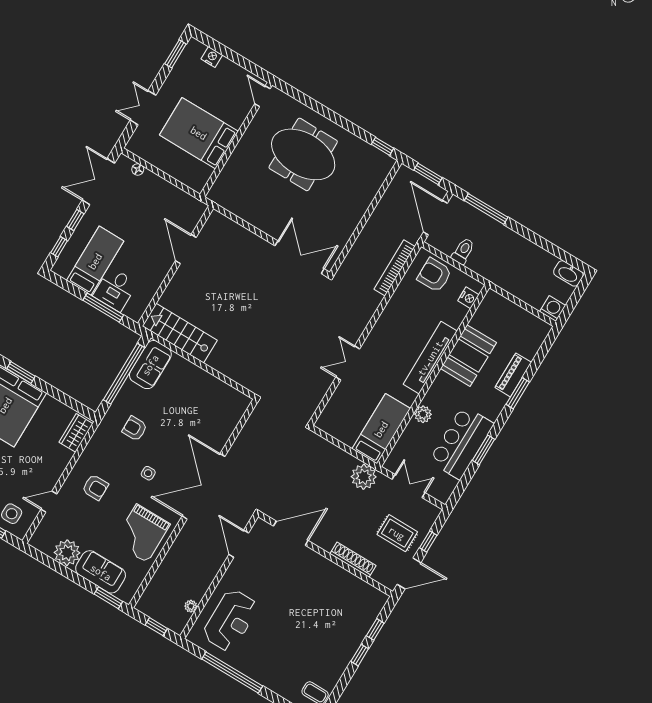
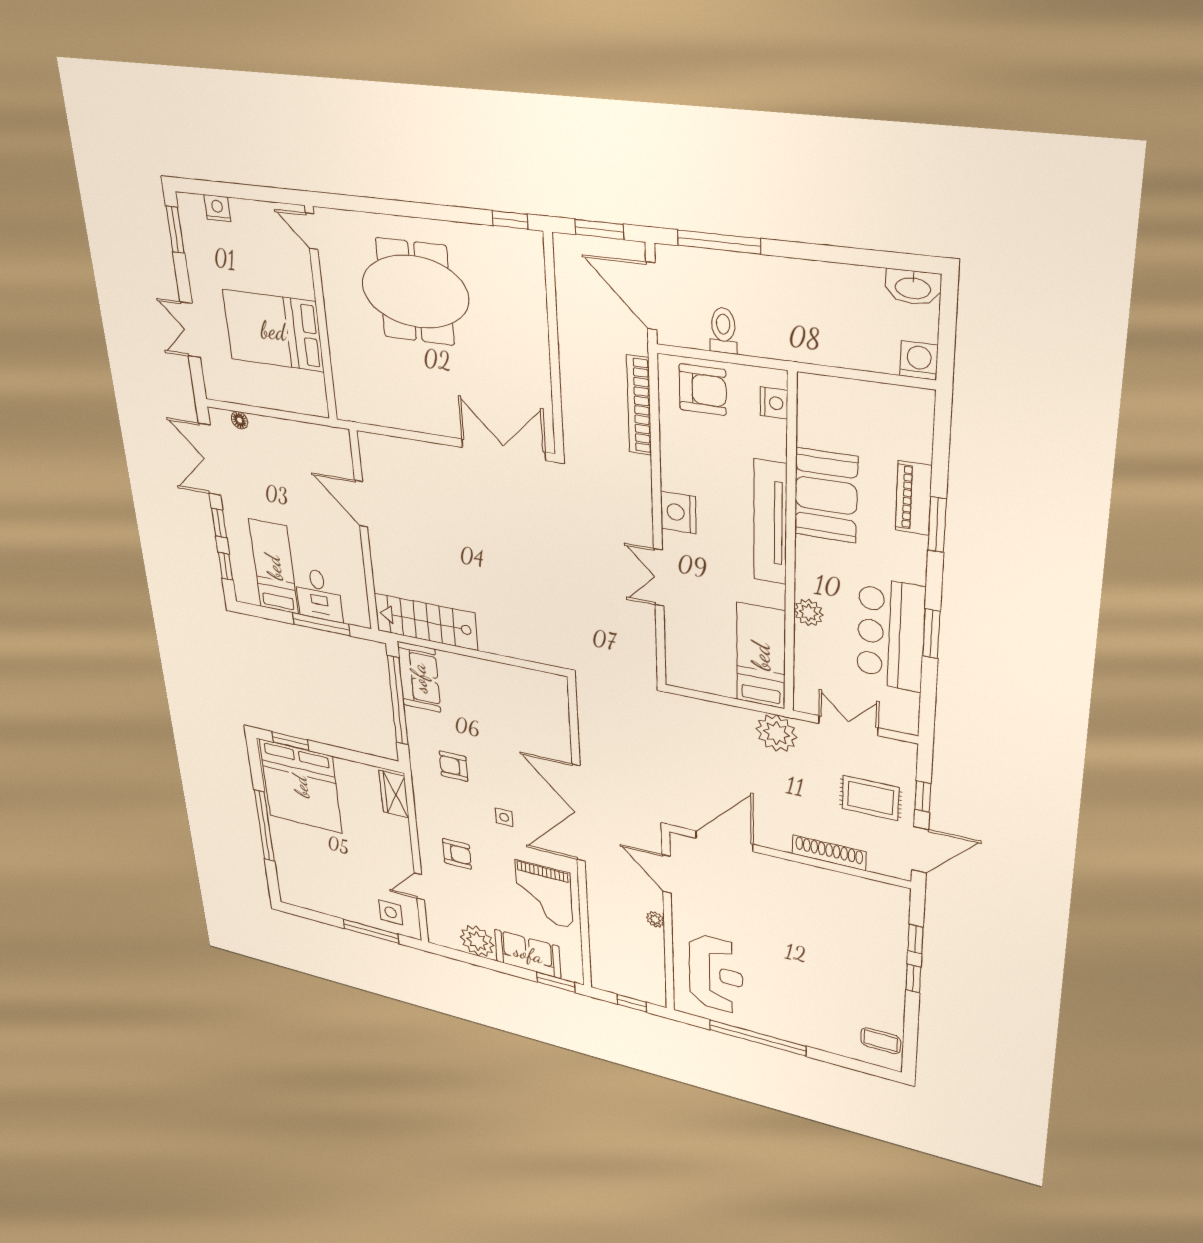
armchair: (434, 275) -> (703, 390), turned 180
nightstand: (382, 332) -> (678, 512), added
plant: (191, 606) -> (655, 919), moved

